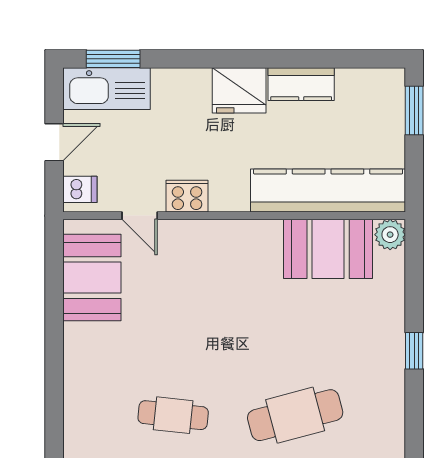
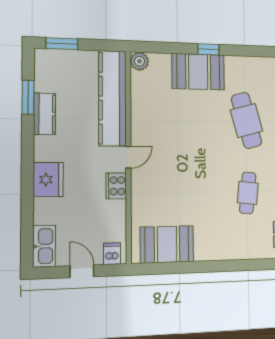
window: (113, 59) -> (28, 97), moved
kitchen sink: (106, 89) -> (44, 246), width x0.73, depth x0.81
fridge: (239, 90) -> (48, 180), moved
door: (140, 216) -> (128, 157), moved
booth: (328, 249) -> (198, 72), moved, turned 90

